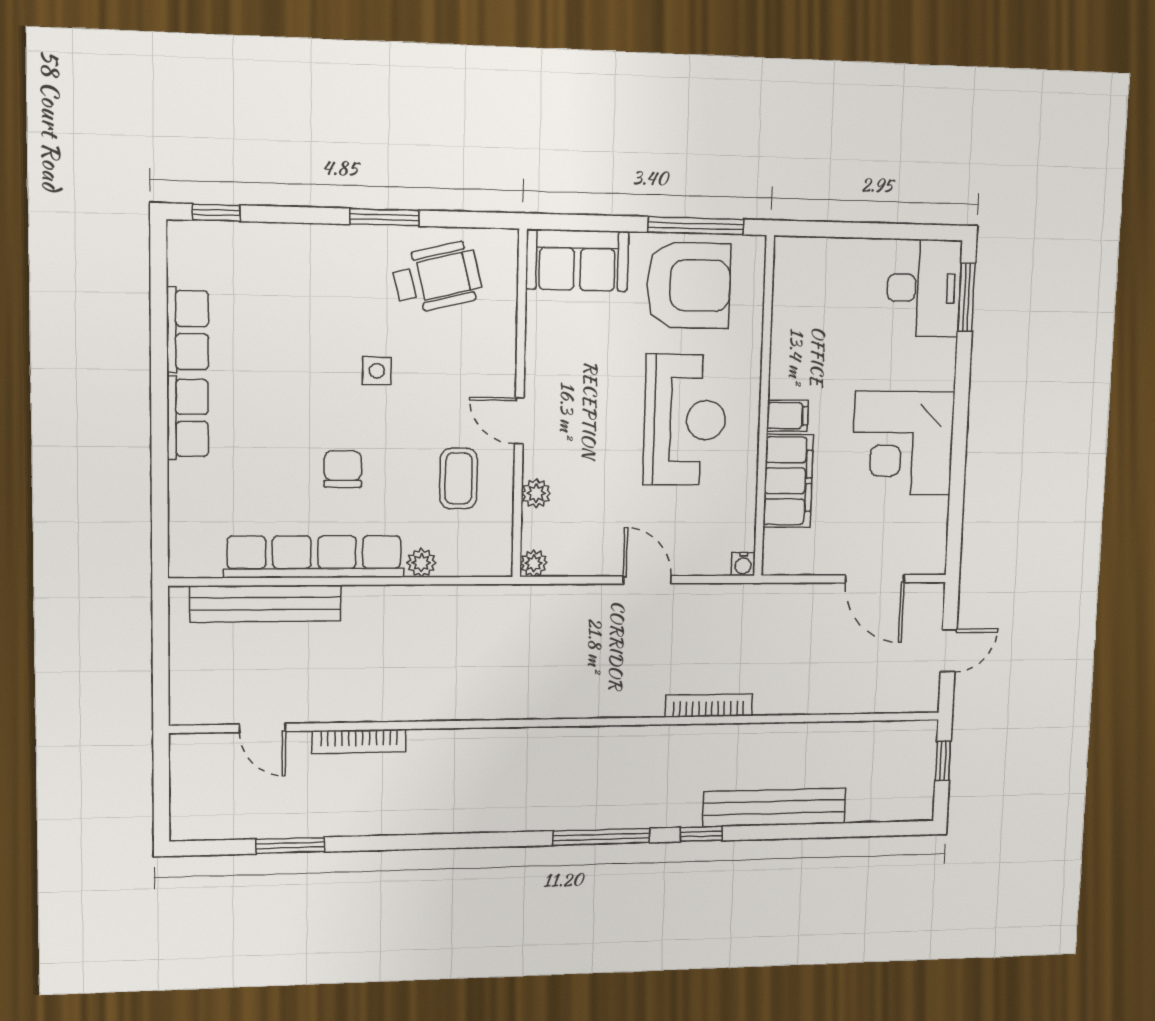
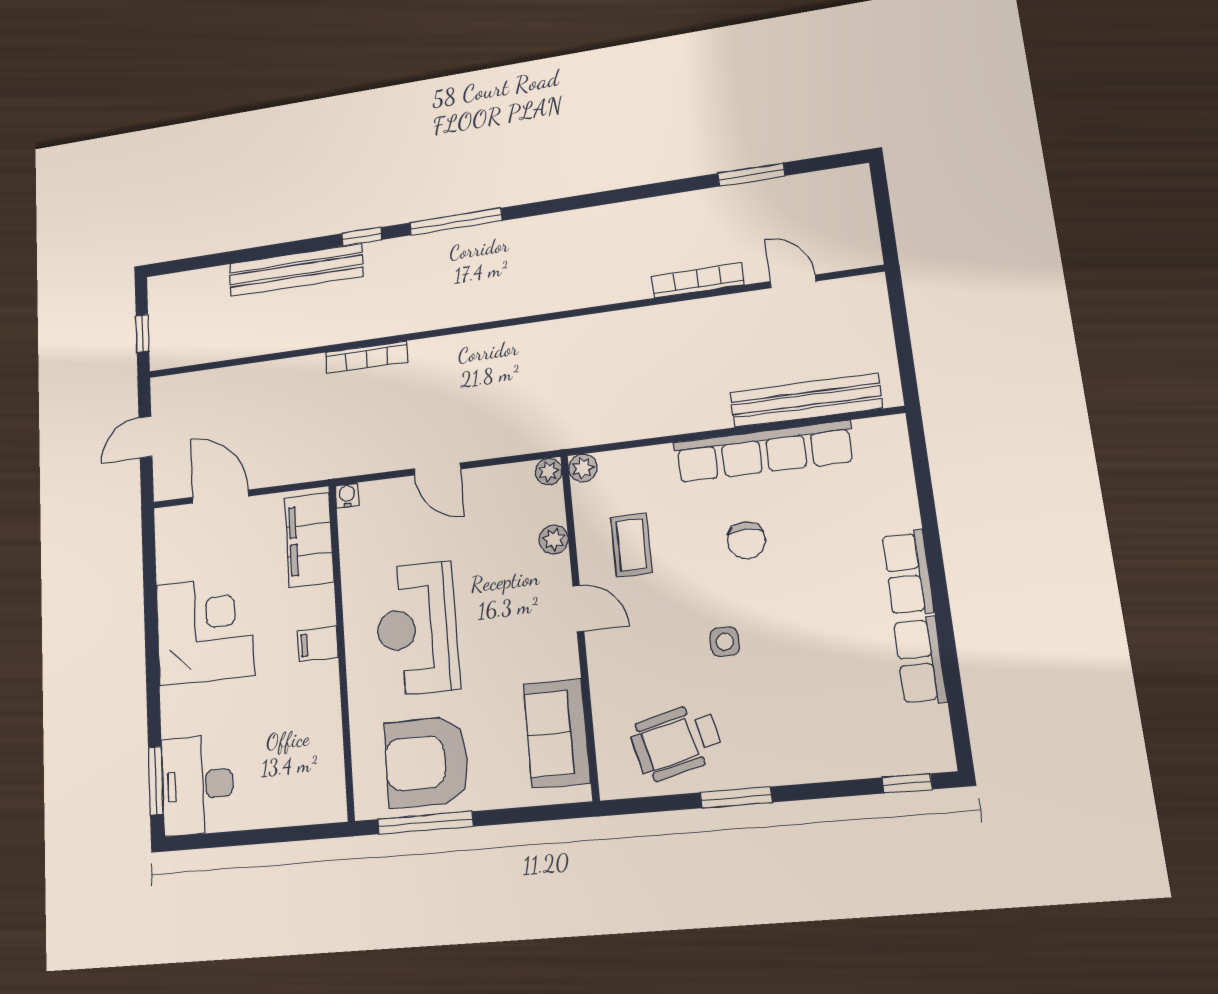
sofa: (577, 260) -> (557, 733), moved, turned -90
filing cabinet: (788, 481) -> (309, 540), moved
plant: (421, 563) -> (583, 468), moved

